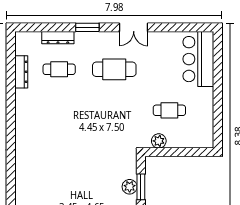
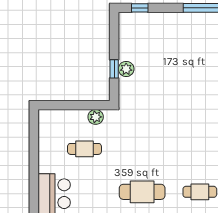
window: (141, 187) -> (114, 69), width x0.67

